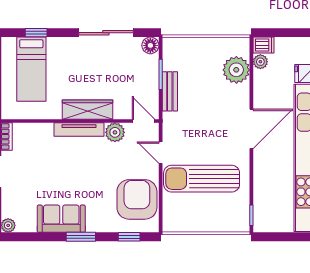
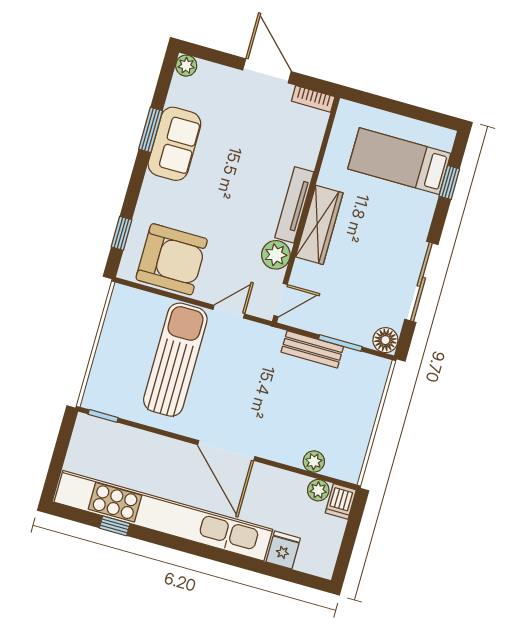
plant: (236, 70) -> (314, 461), width x0.53, depth x0.53
window: (81, 237) -> (151, 130), moved

